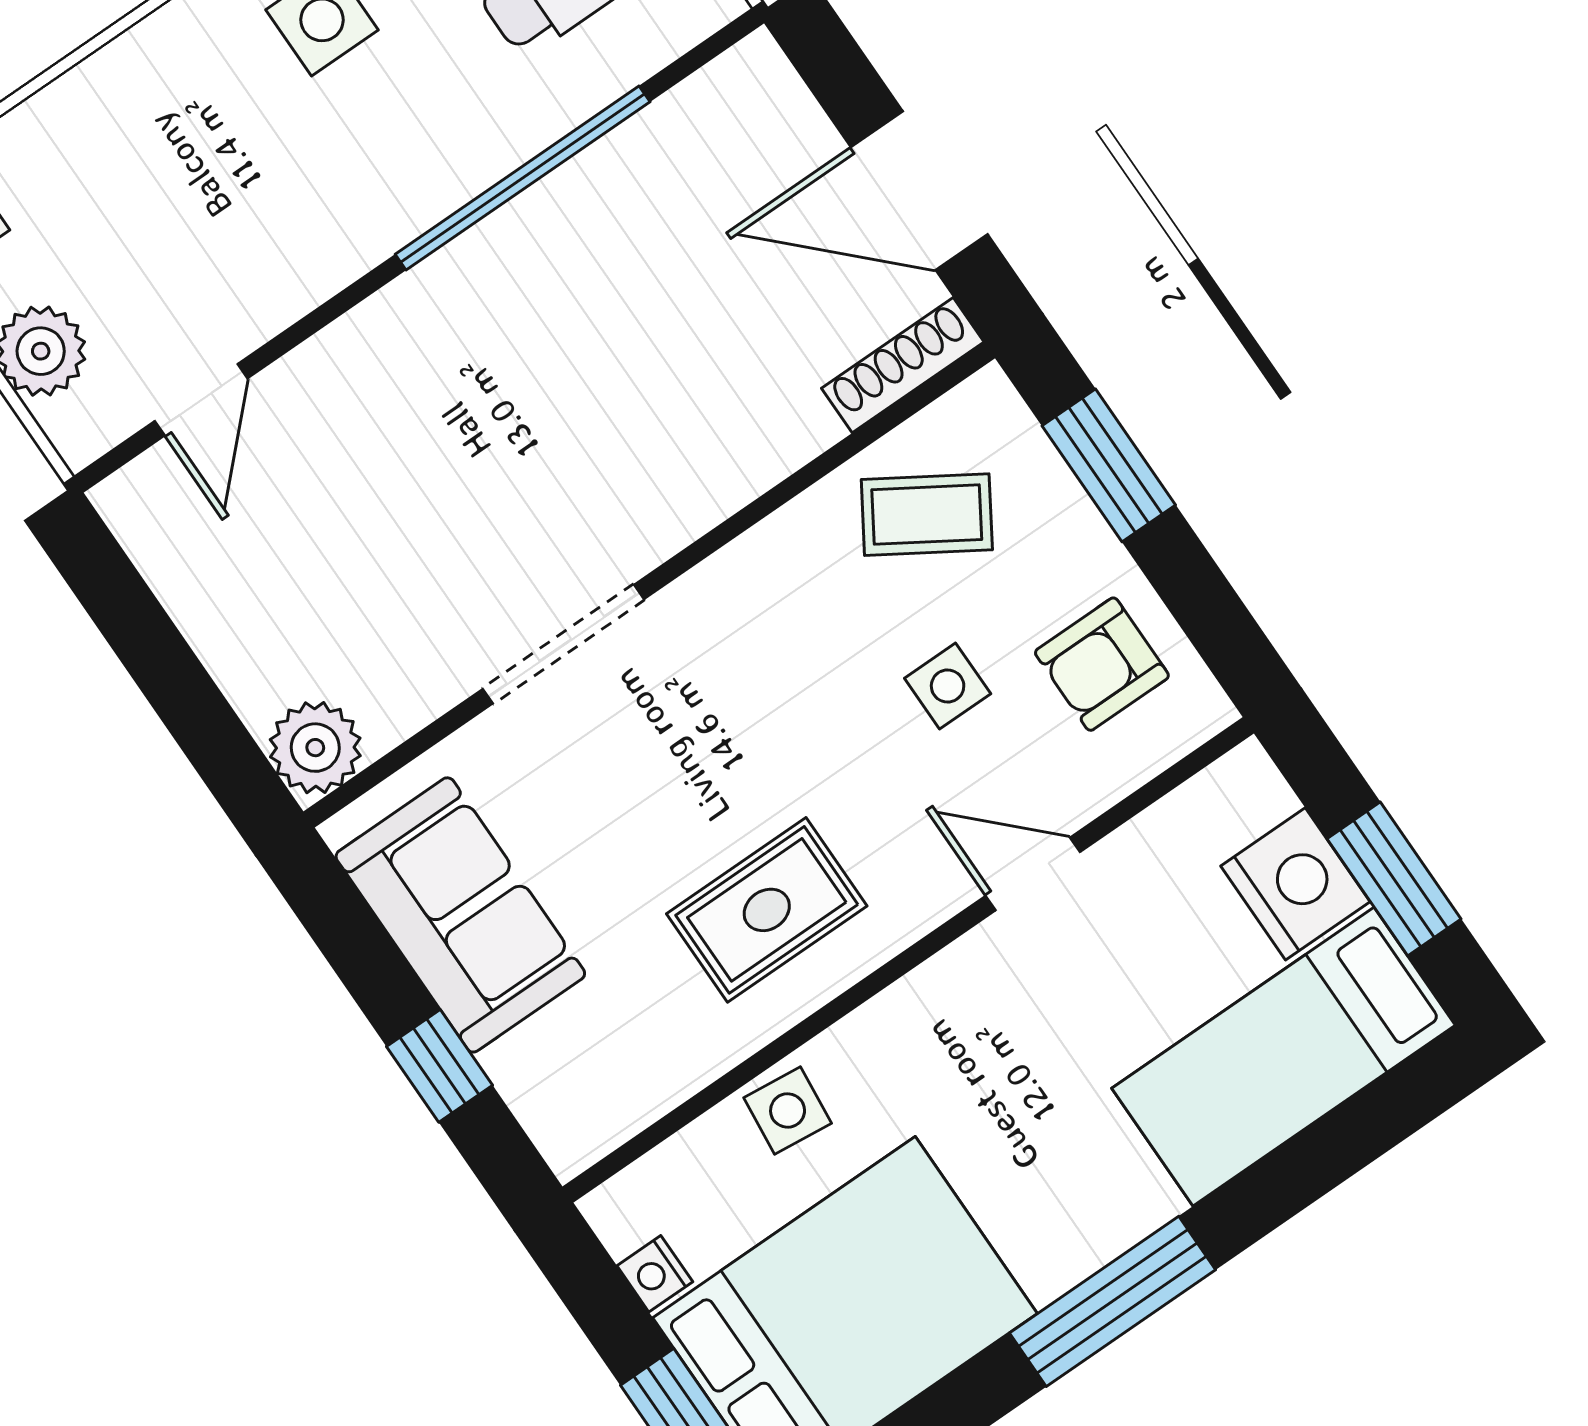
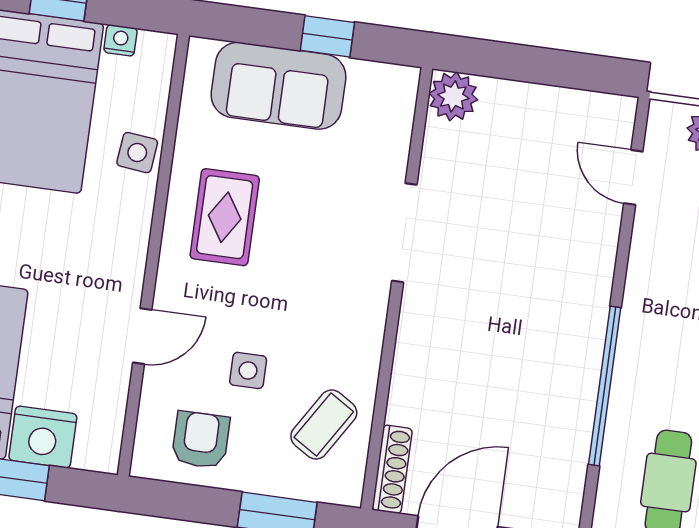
sofa: (460, 915) -> (279, 86), moved
window: (439, 1066) -> (327, 36), moved

